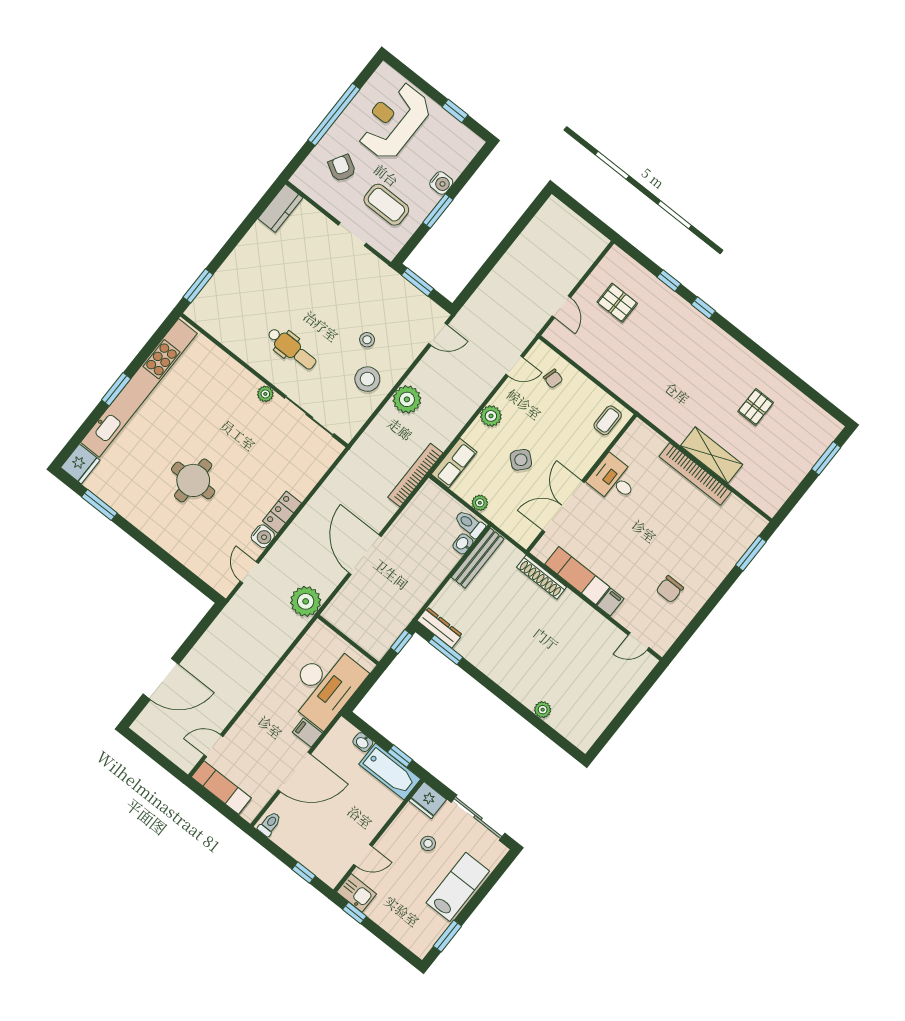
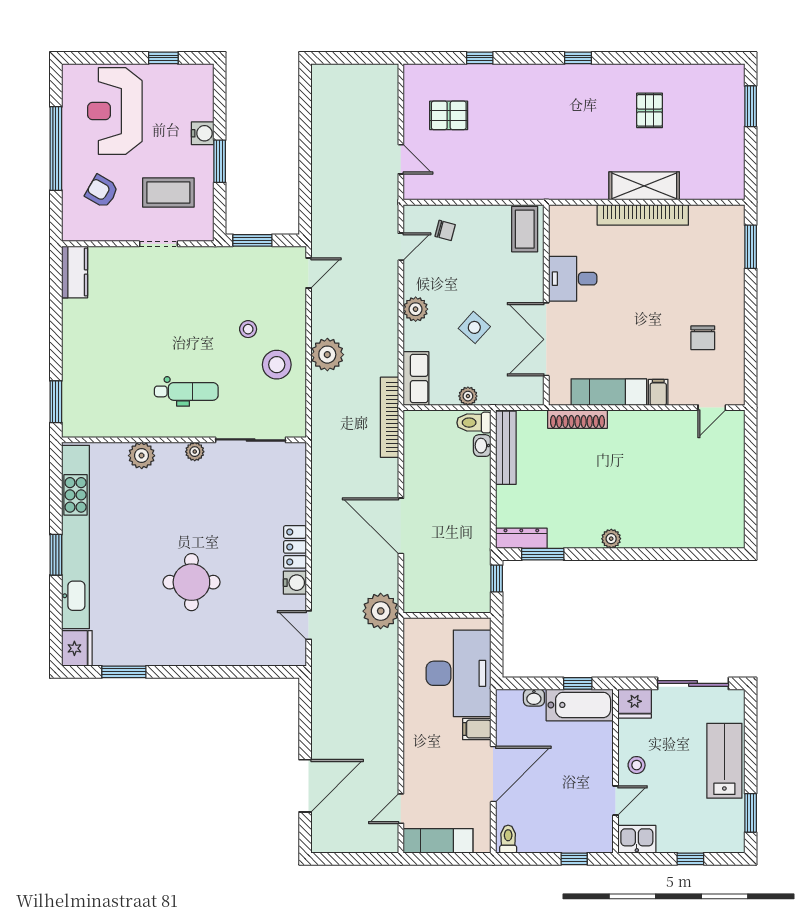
window: (703, 308) -> (578, 58), moved
plant: (227, 368) -> (142, 456), added
coffee table: (608, 420) -> (525, 229), width x1.36, depth x1.30
plant: (543, 710) -> (611, 539), moved
stool: (428, 843) -> (637, 765), moved
window: (354, 913) -> (690, 859), moved

